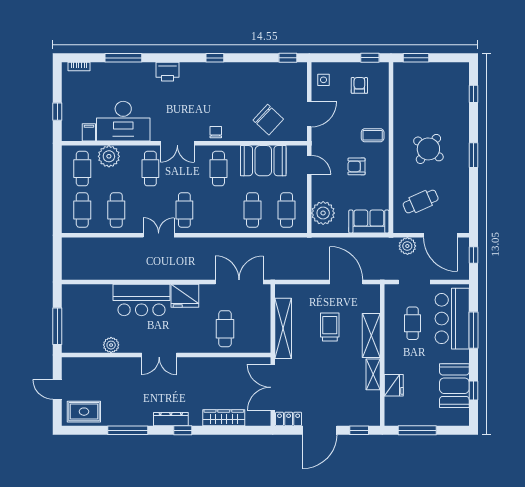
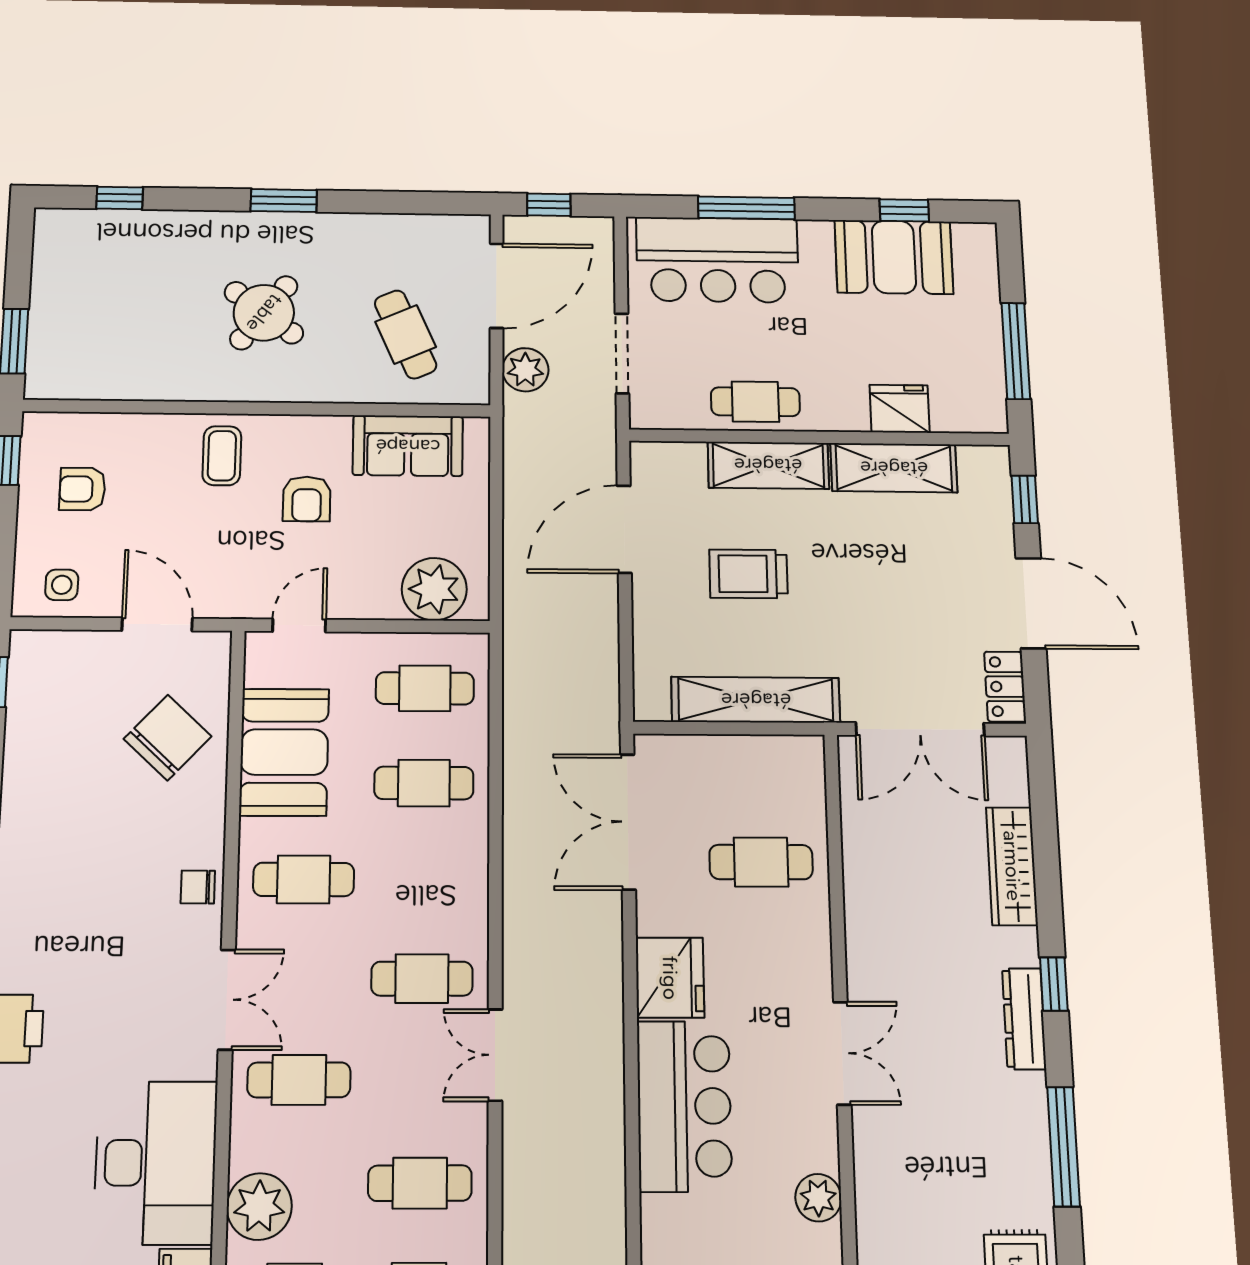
sofa: (369, 222) -> (408, 446), moved, turned -90
cafe table: (413, 323) -> (755, 402), moved
shelving: (373, 374) -> (894, 468), width x1.50, depth x1.33

